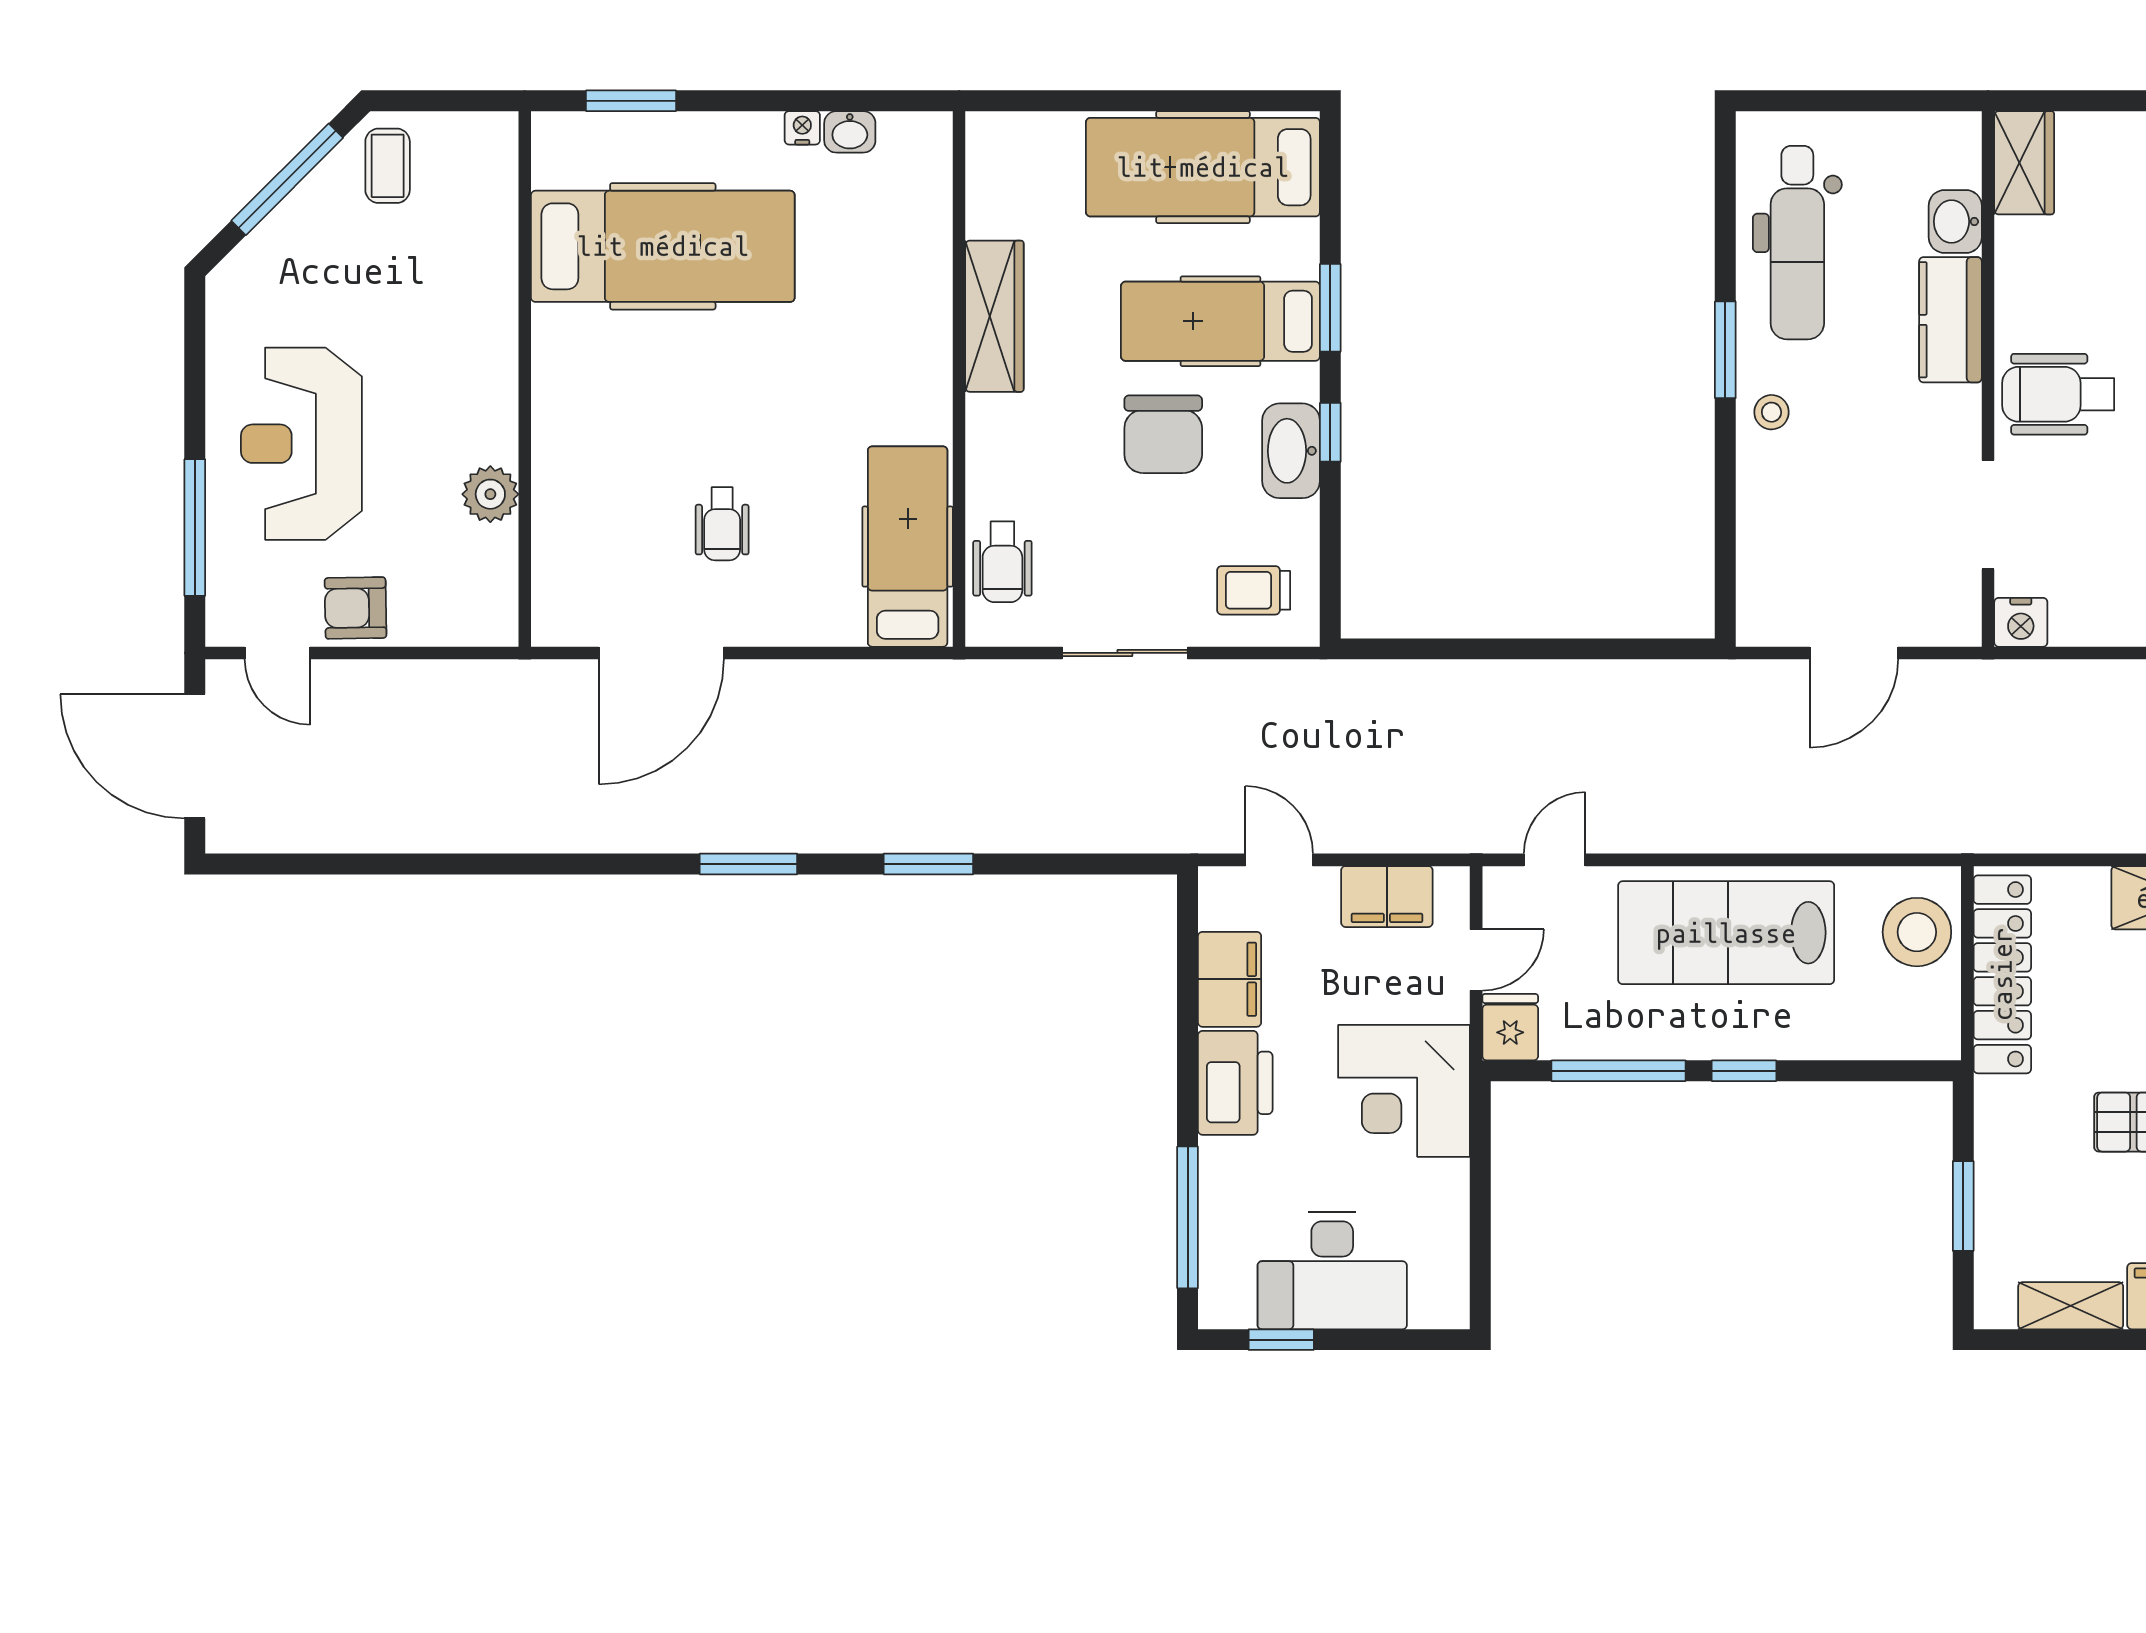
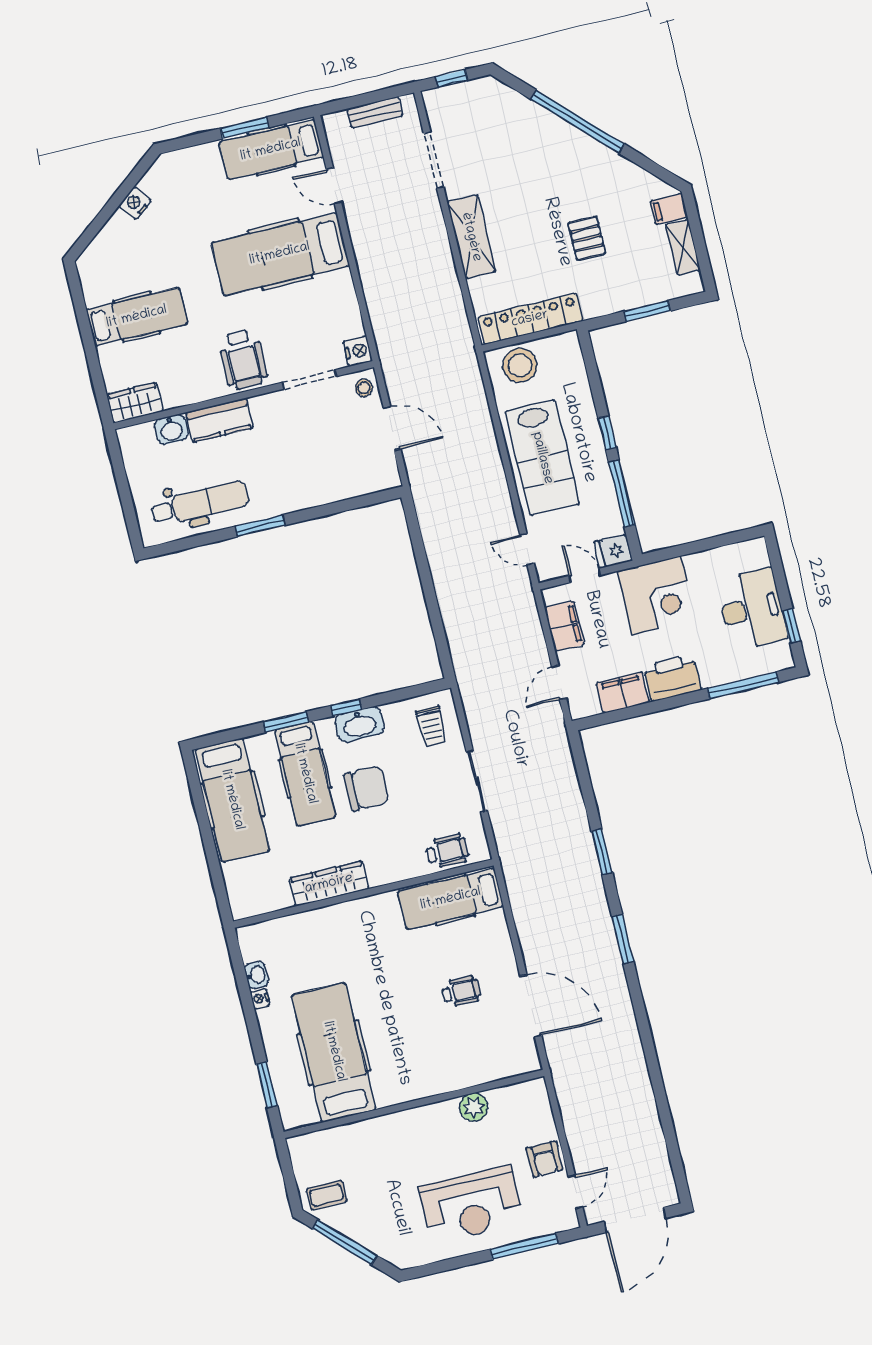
stool: (1771, 412) -> (364, 388), moved

